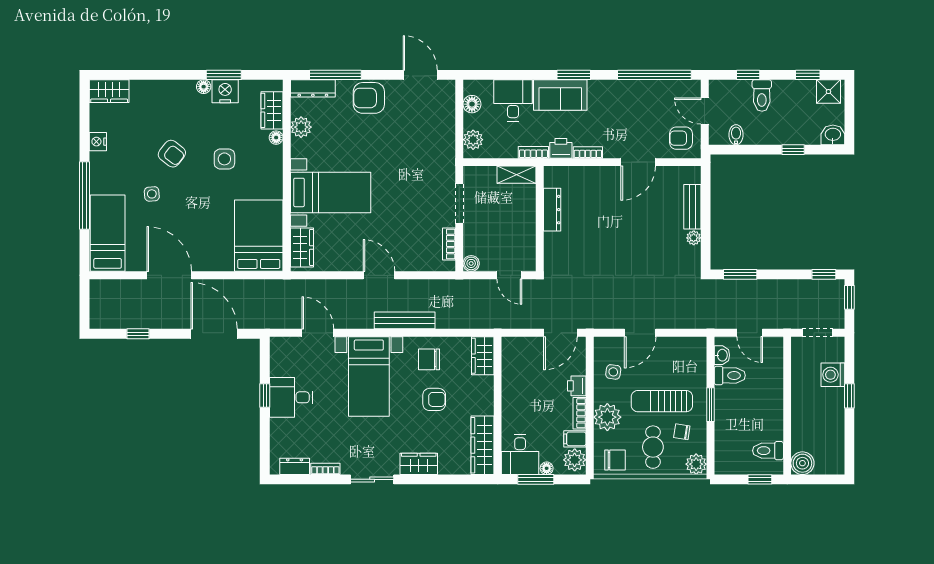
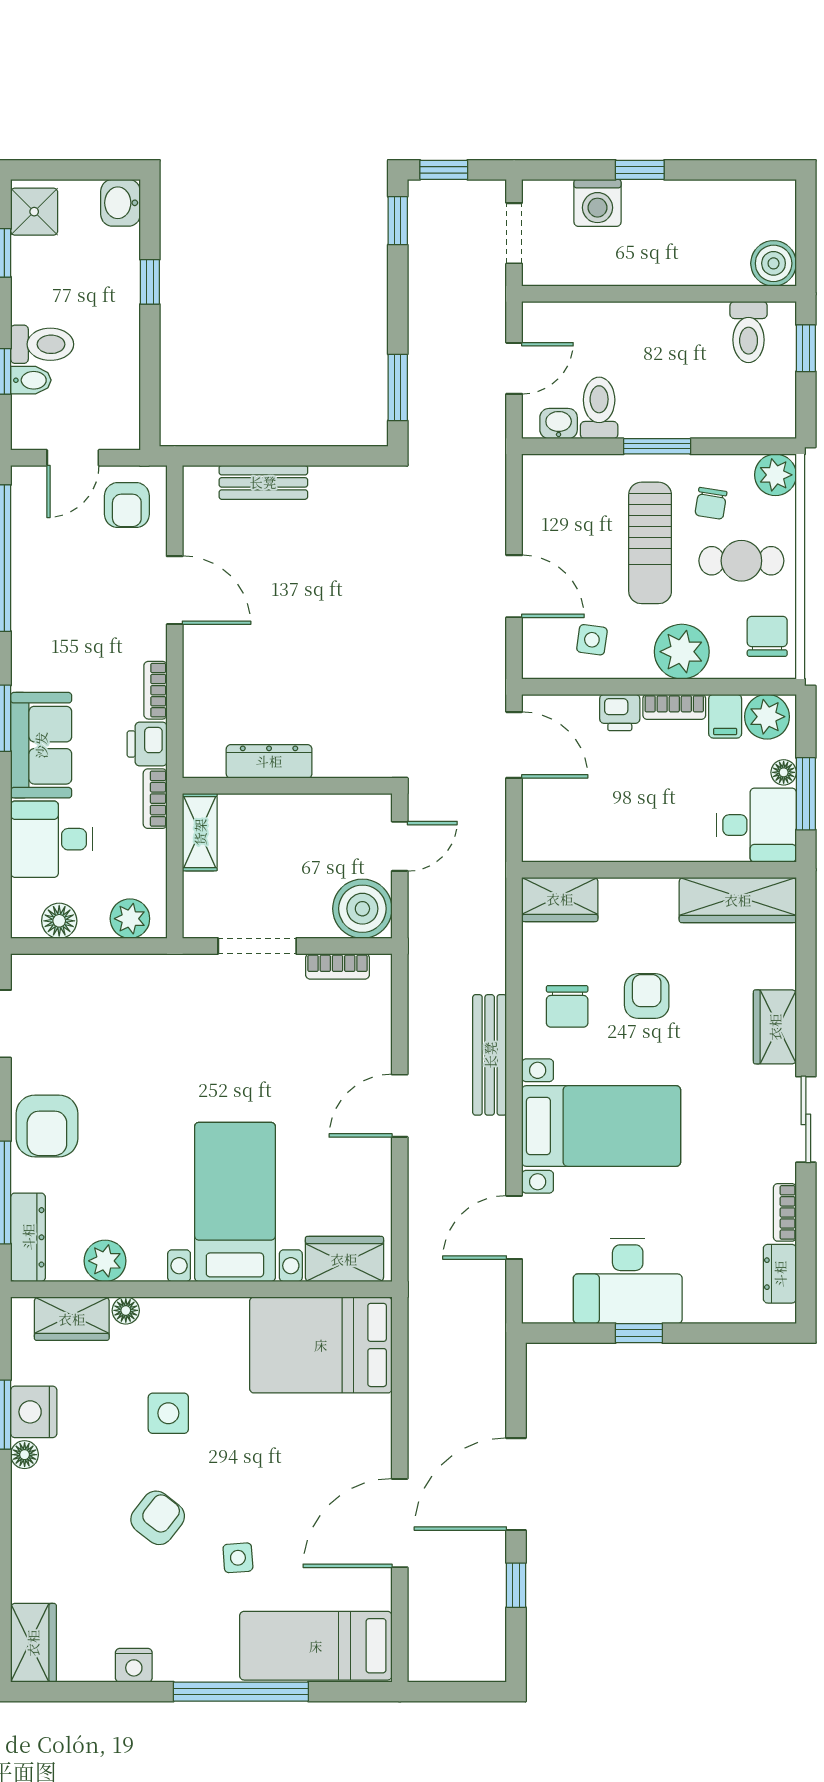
bidet: (736, 135) -> (31, 380), moved, turned 180
plant: (694, 238) -> (325, 480), removed
boiler: (471, 263) -> (362, 909), width x1.86, depth x1.86
door: (214, 334) -> (516, 1484), moved
desk: (291, 397) -> (628, 1281), width x1.37

